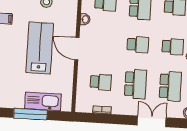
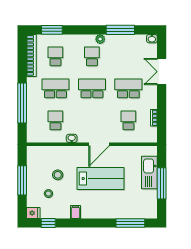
school desk: (138, 45) -> (92, 88), width x1.85
lab bench: (40, 48) -> (100, 179), turned 180
school desk: (170, 86) -> (128, 56), removed

